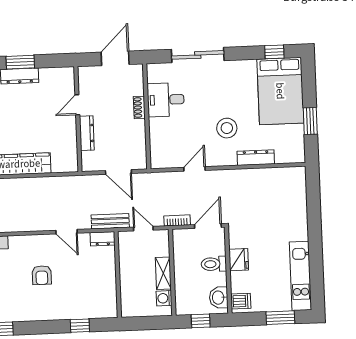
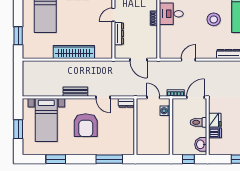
stool: (227, 128) -> (214, 19), moved
bench: (110, 221) -> (75, 92), moved
shelving: (163, 273) -> (165, 127), removed
armchair: (42, 275) -> (86, 125), width x1.88, depth x1.88
washing machine: (164, 298) -> (165, 111), moved
dishwasher: (241, 301) -> (215, 133), moved
window: (80, 326) -> (109, 159), width x2.17

